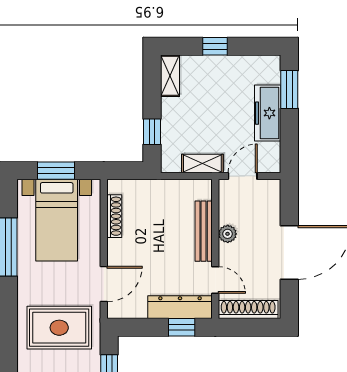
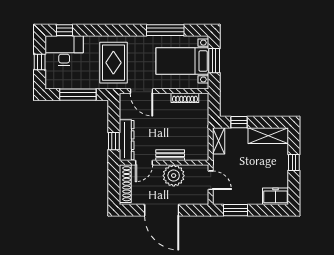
shelving: (170, 76) -> (268, 136), width x1.50, depth x1.33
window: (289, 90) -> (235, 210), moved
freezer: (268, 113) -> (275, 196), moved, width x0.71
shelving: (202, 163) -> (219, 141), moved
bench: (204, 231) -> (170, 155), width x0.73
plant: (228, 234) -> (174, 176), width x1.88, depth x1.88

